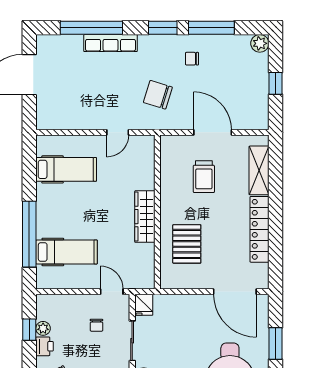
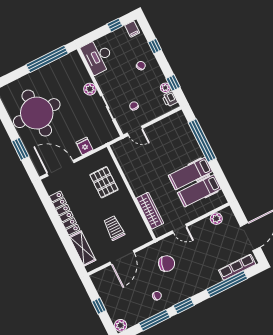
row of seats: (111, 43) -> (237, 267), moved
plant: (62, 121) -> (216, 219), added
door: (118, 132) -> (179, 229), swing flipped
door: (213, 132) -> (122, 257), hinge flipped
wardrobe: (145, 217) -> (150, 211), moved
hospital bed: (67, 252) -> (190, 173), moved
fridge: (144, 305) -> (85, 146), moved
printer: (45, 346) -> (170, 99), moved

